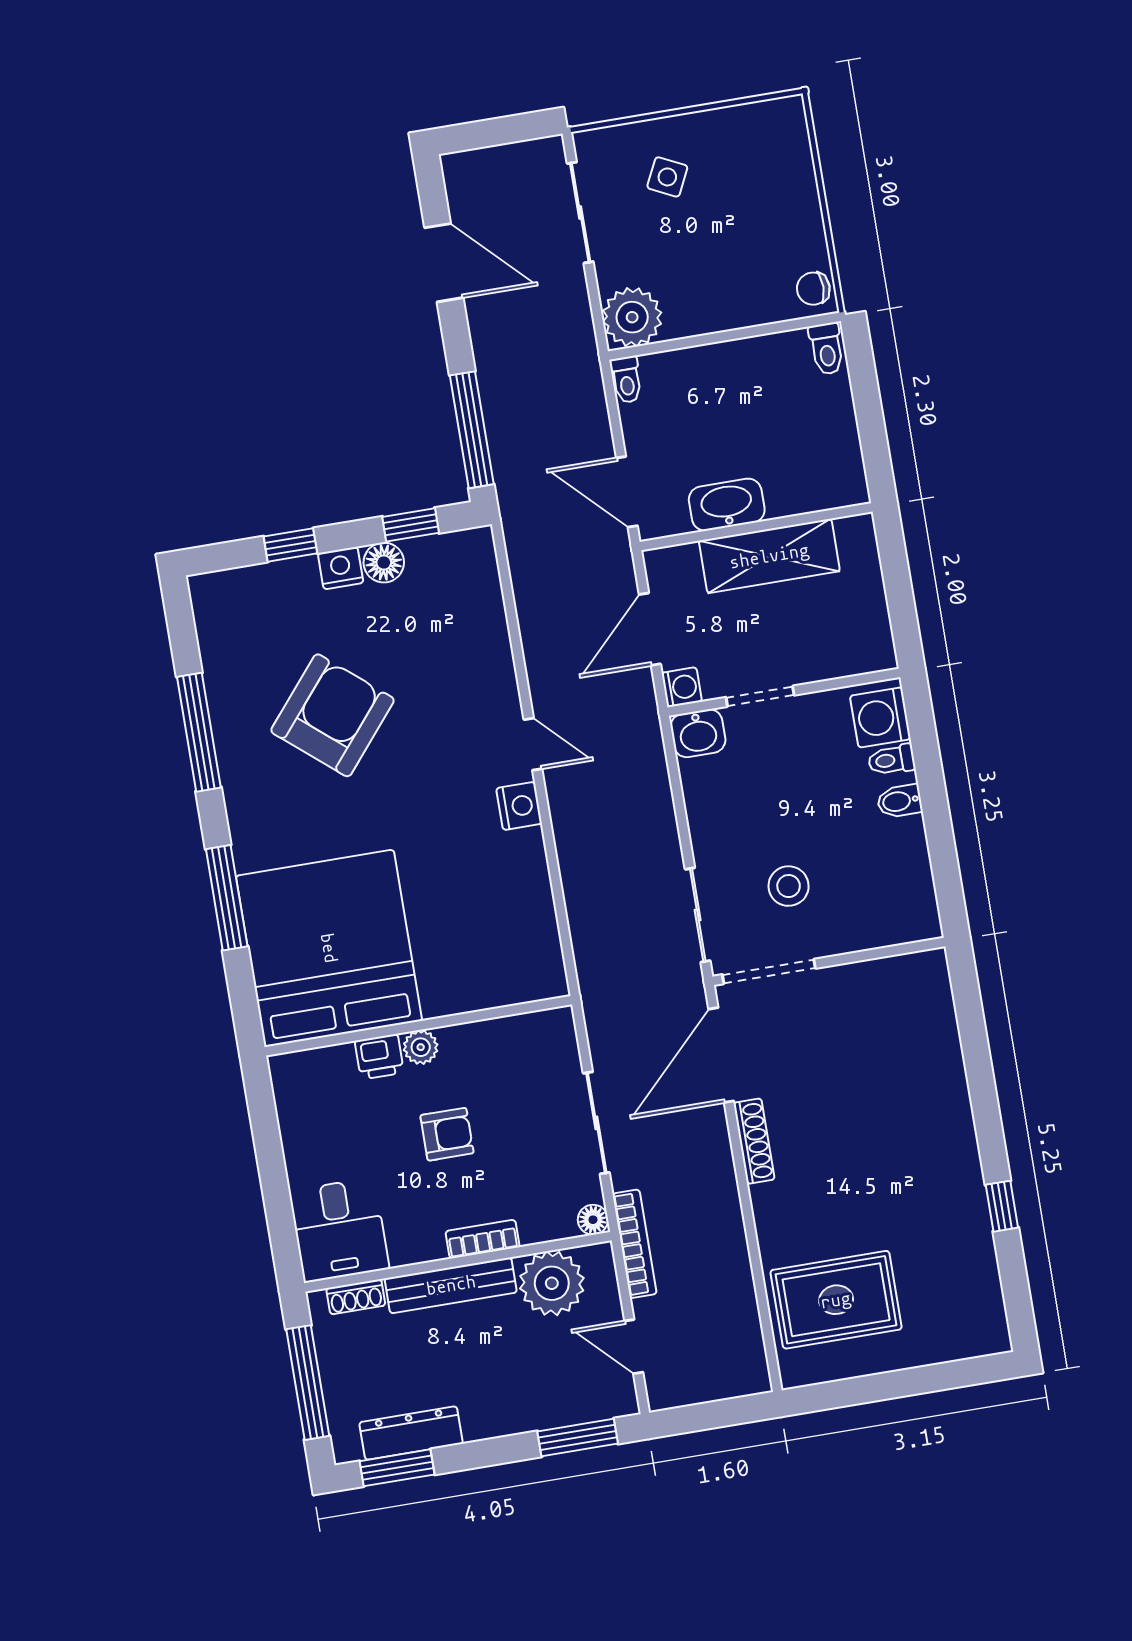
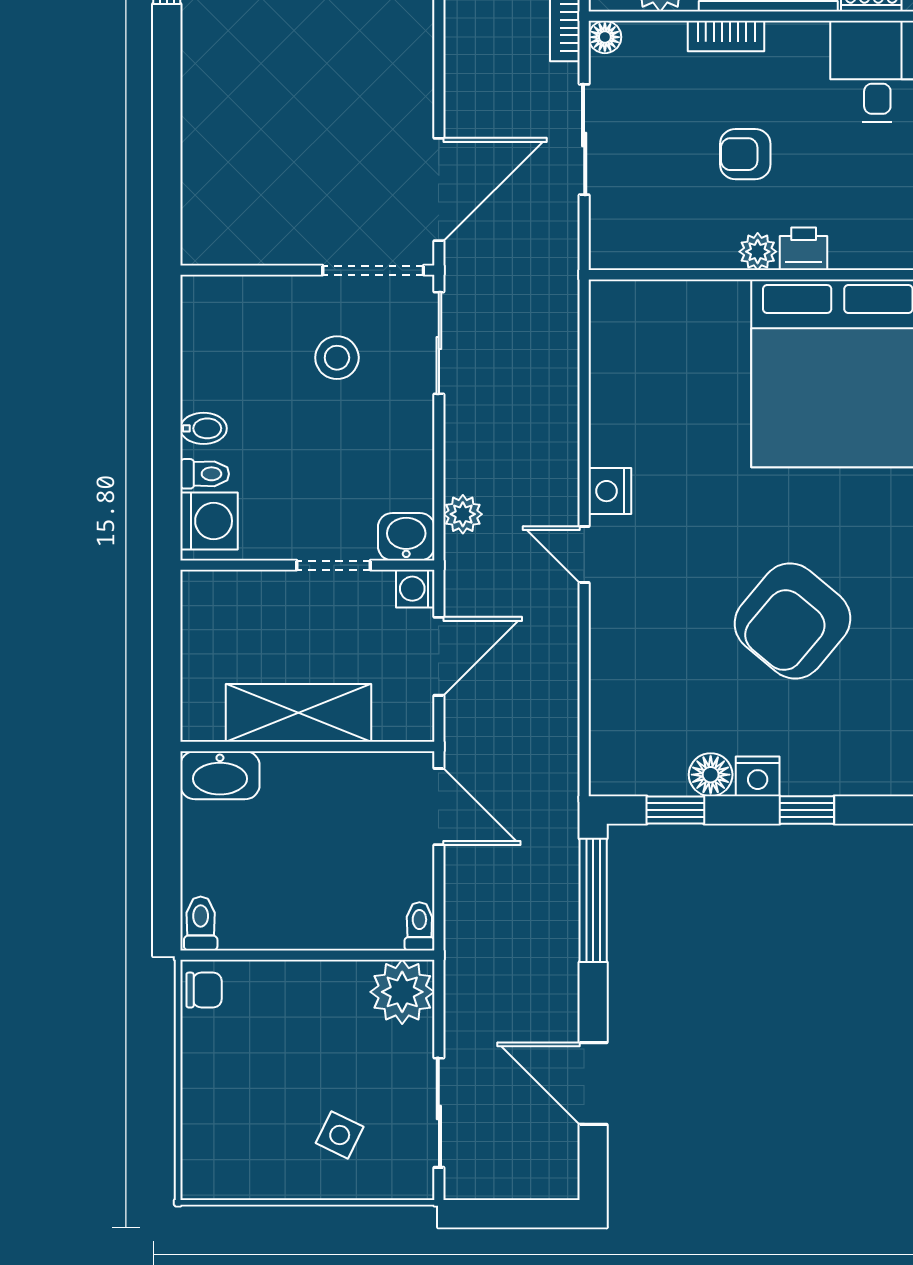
washbasin: (727, 505) -> (220, 775), moved
plant: (650, 762) -> (463, 514), added
shoe rack: (754, 1141) -> (419, 92), removed

